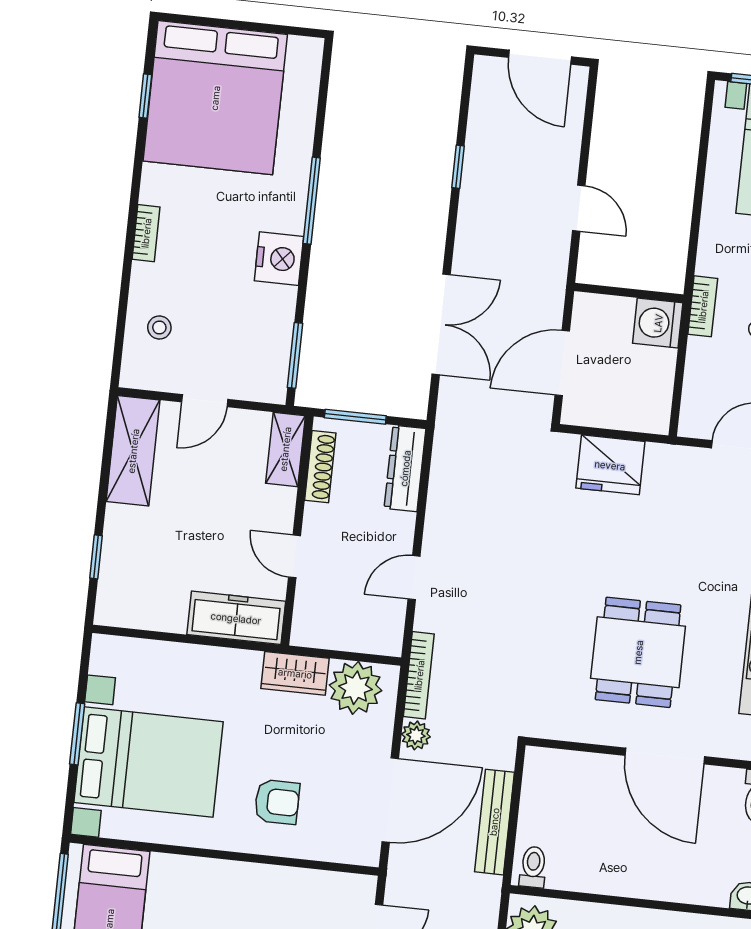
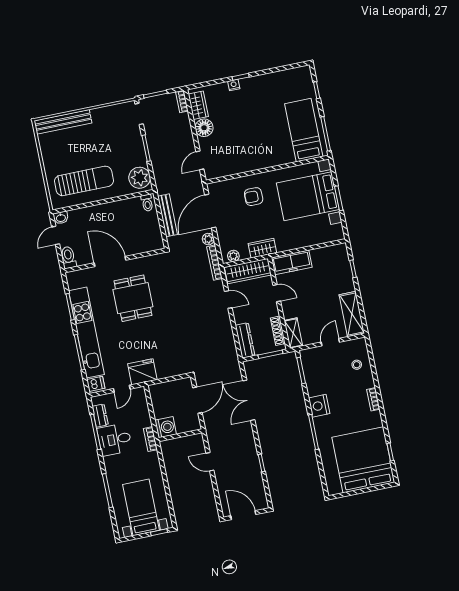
fridge: (610, 465) -> (142, 372), moved
door: (414, 578) -> (228, 300), hinge flipped
wardrobe: (346, 630) -> (248, 271), added
plant: (355, 688) -> (233, 256), width x0.53, depth x0.53

